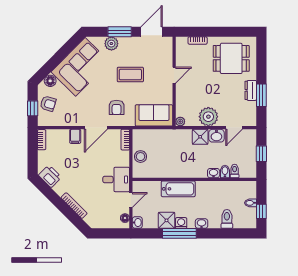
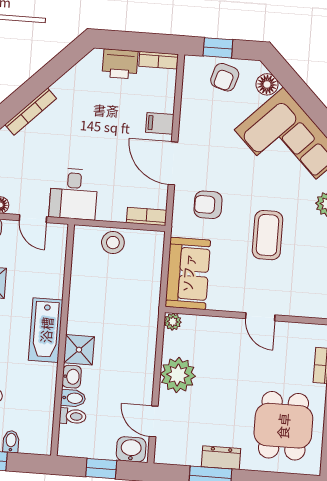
washbasin: (216, 136) -> (131, 449), moved, turned 90
shower: (200, 137) -> (79, 350), moved
printer: (50, 176) -> (120, 64), moved, turned 45
bathtub: (178, 189) -> (46, 330), moved

